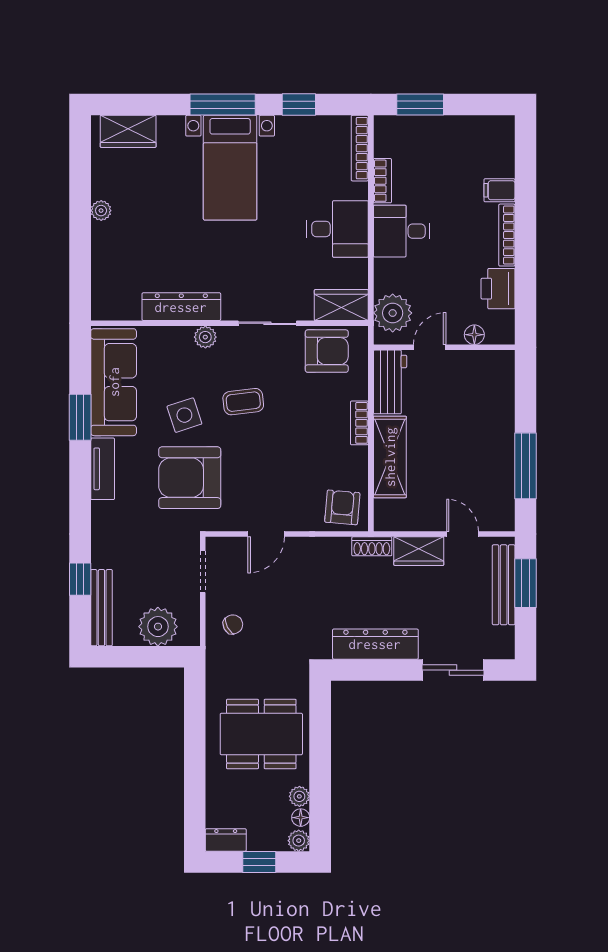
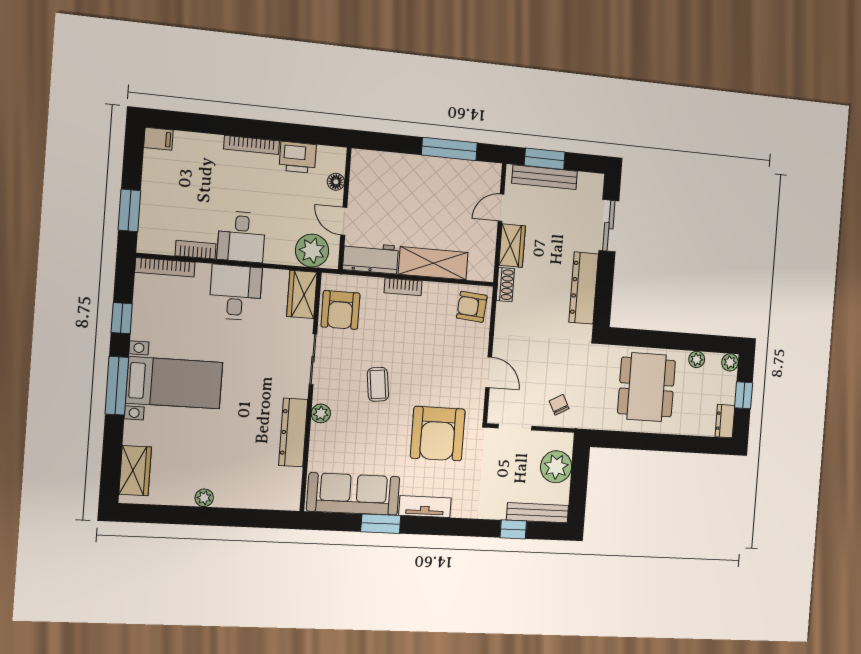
filing cabinet: (499, 190) -> (158, 139), moved, turned -90
armchair: (327, 351) -> (340, 310), turned 180
side table: (184, 415) -> (385, 435), removed
floor lamp: (301, 818) -> (713, 360), removed

